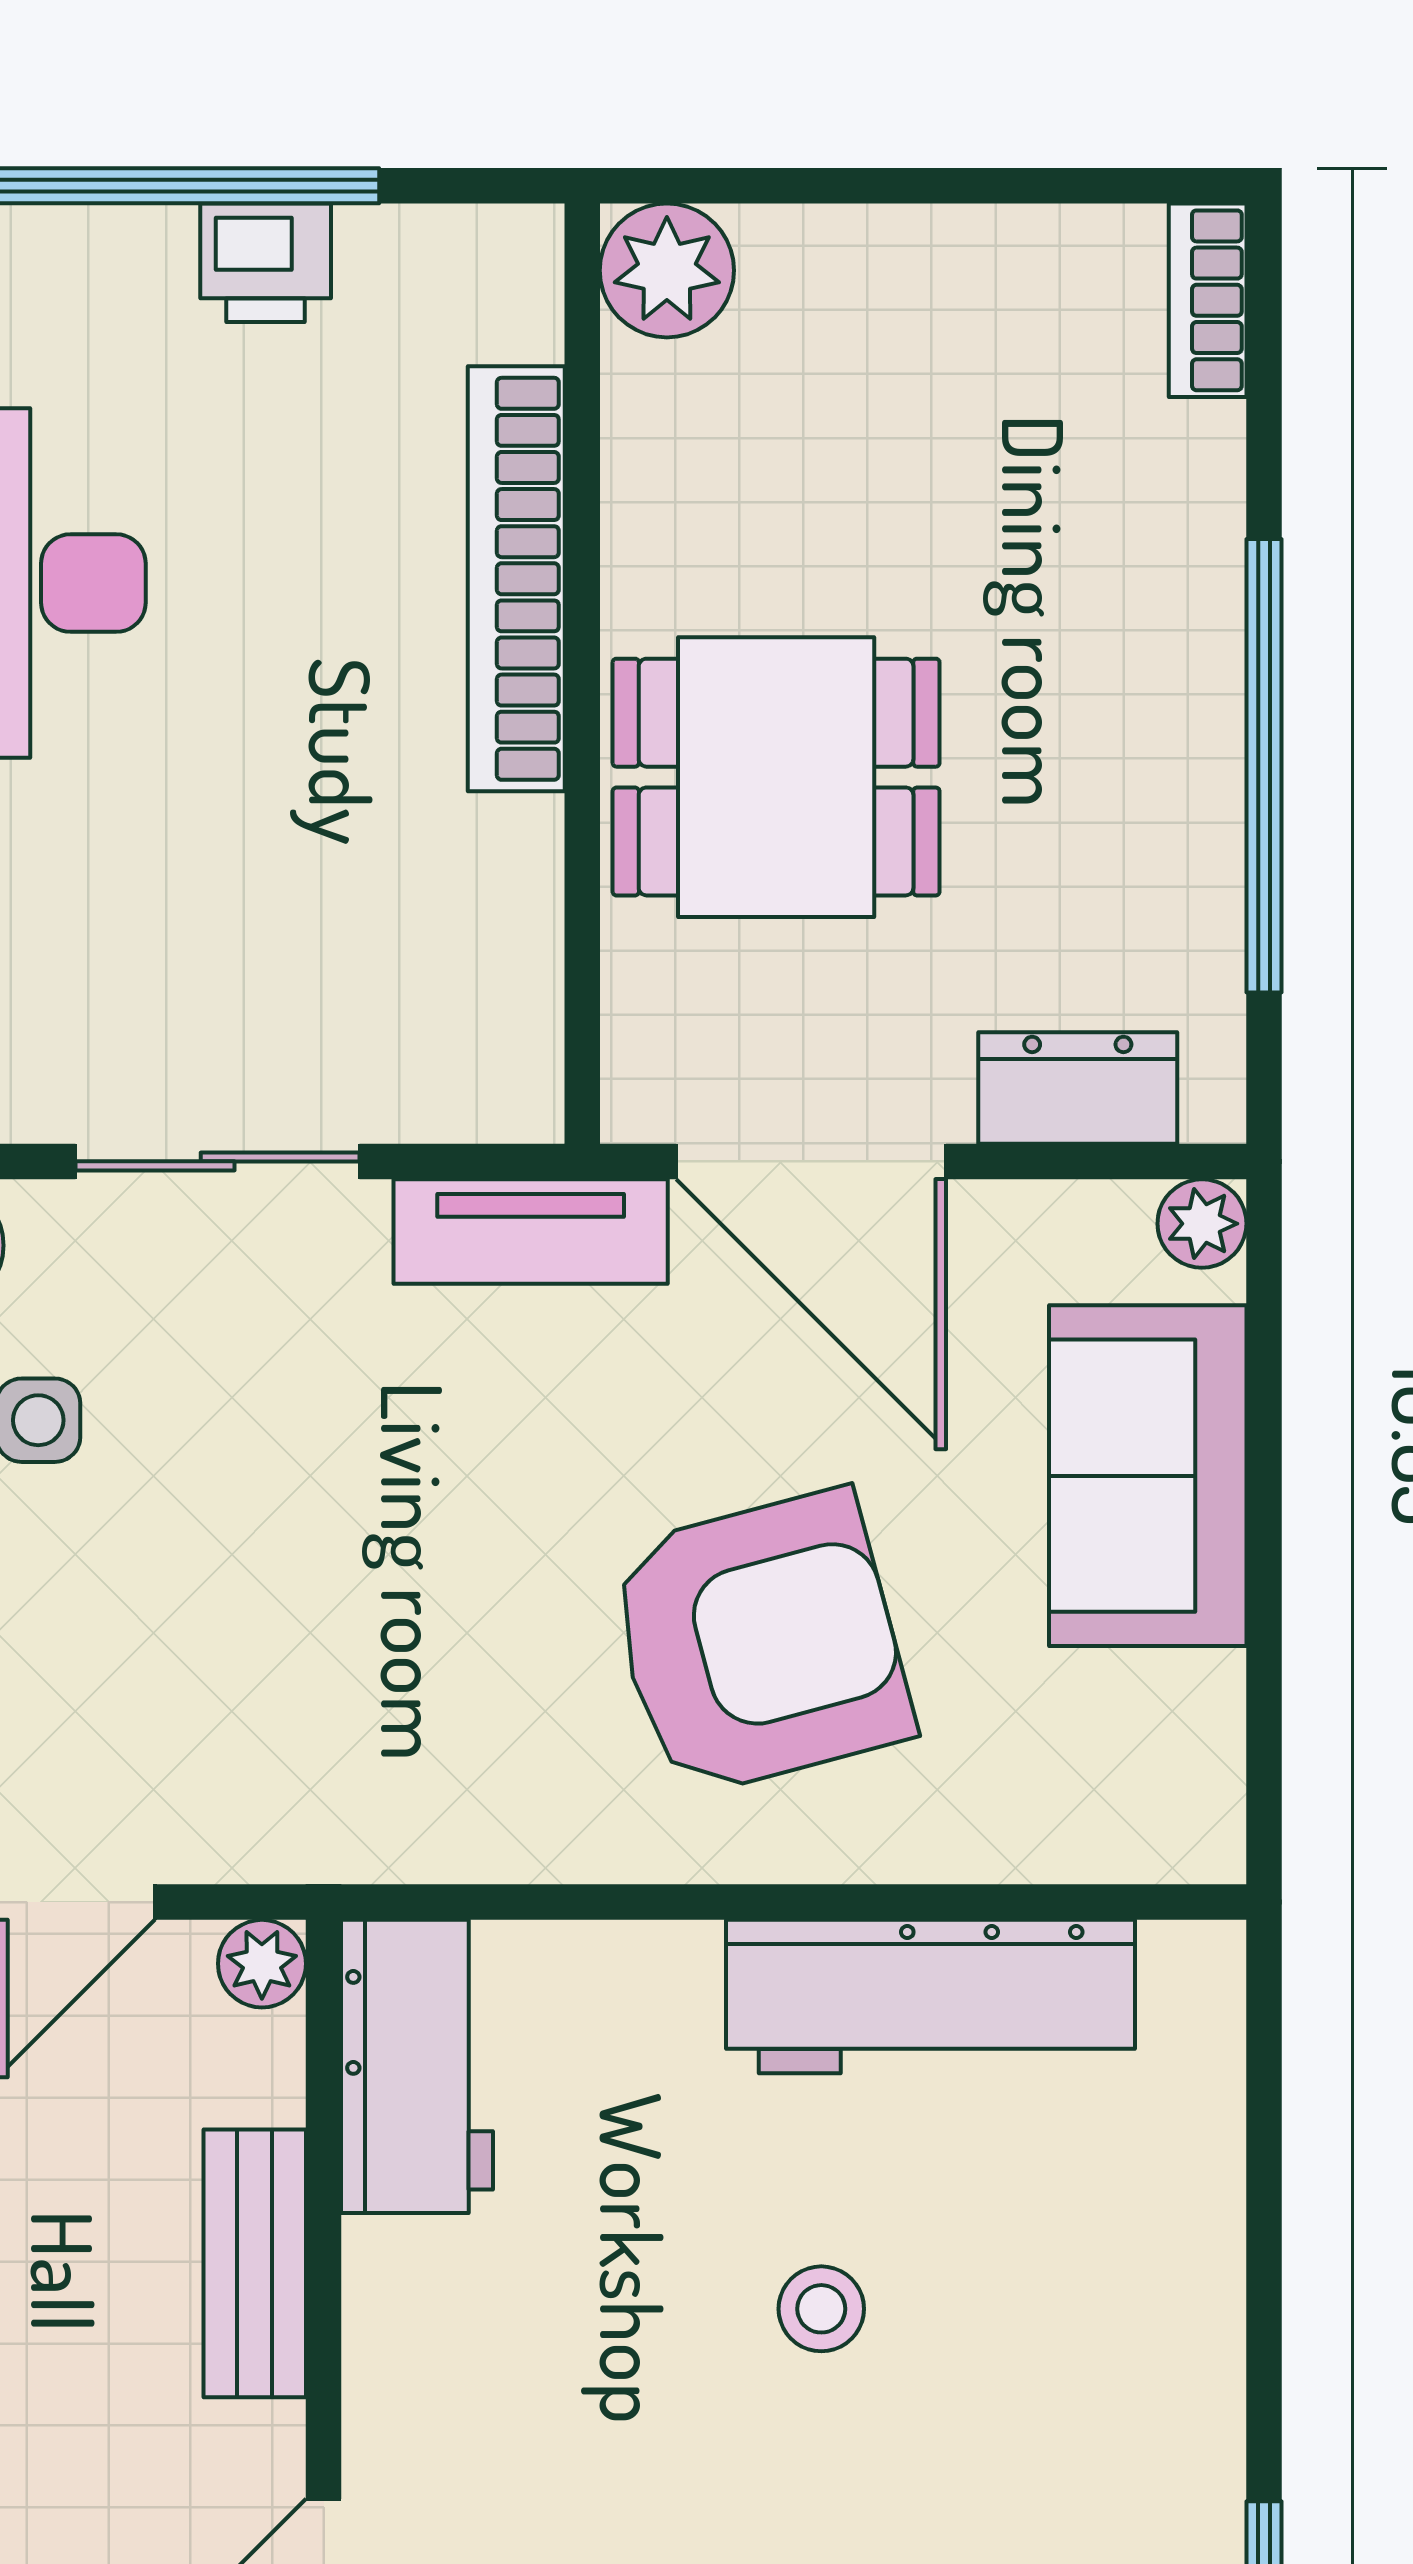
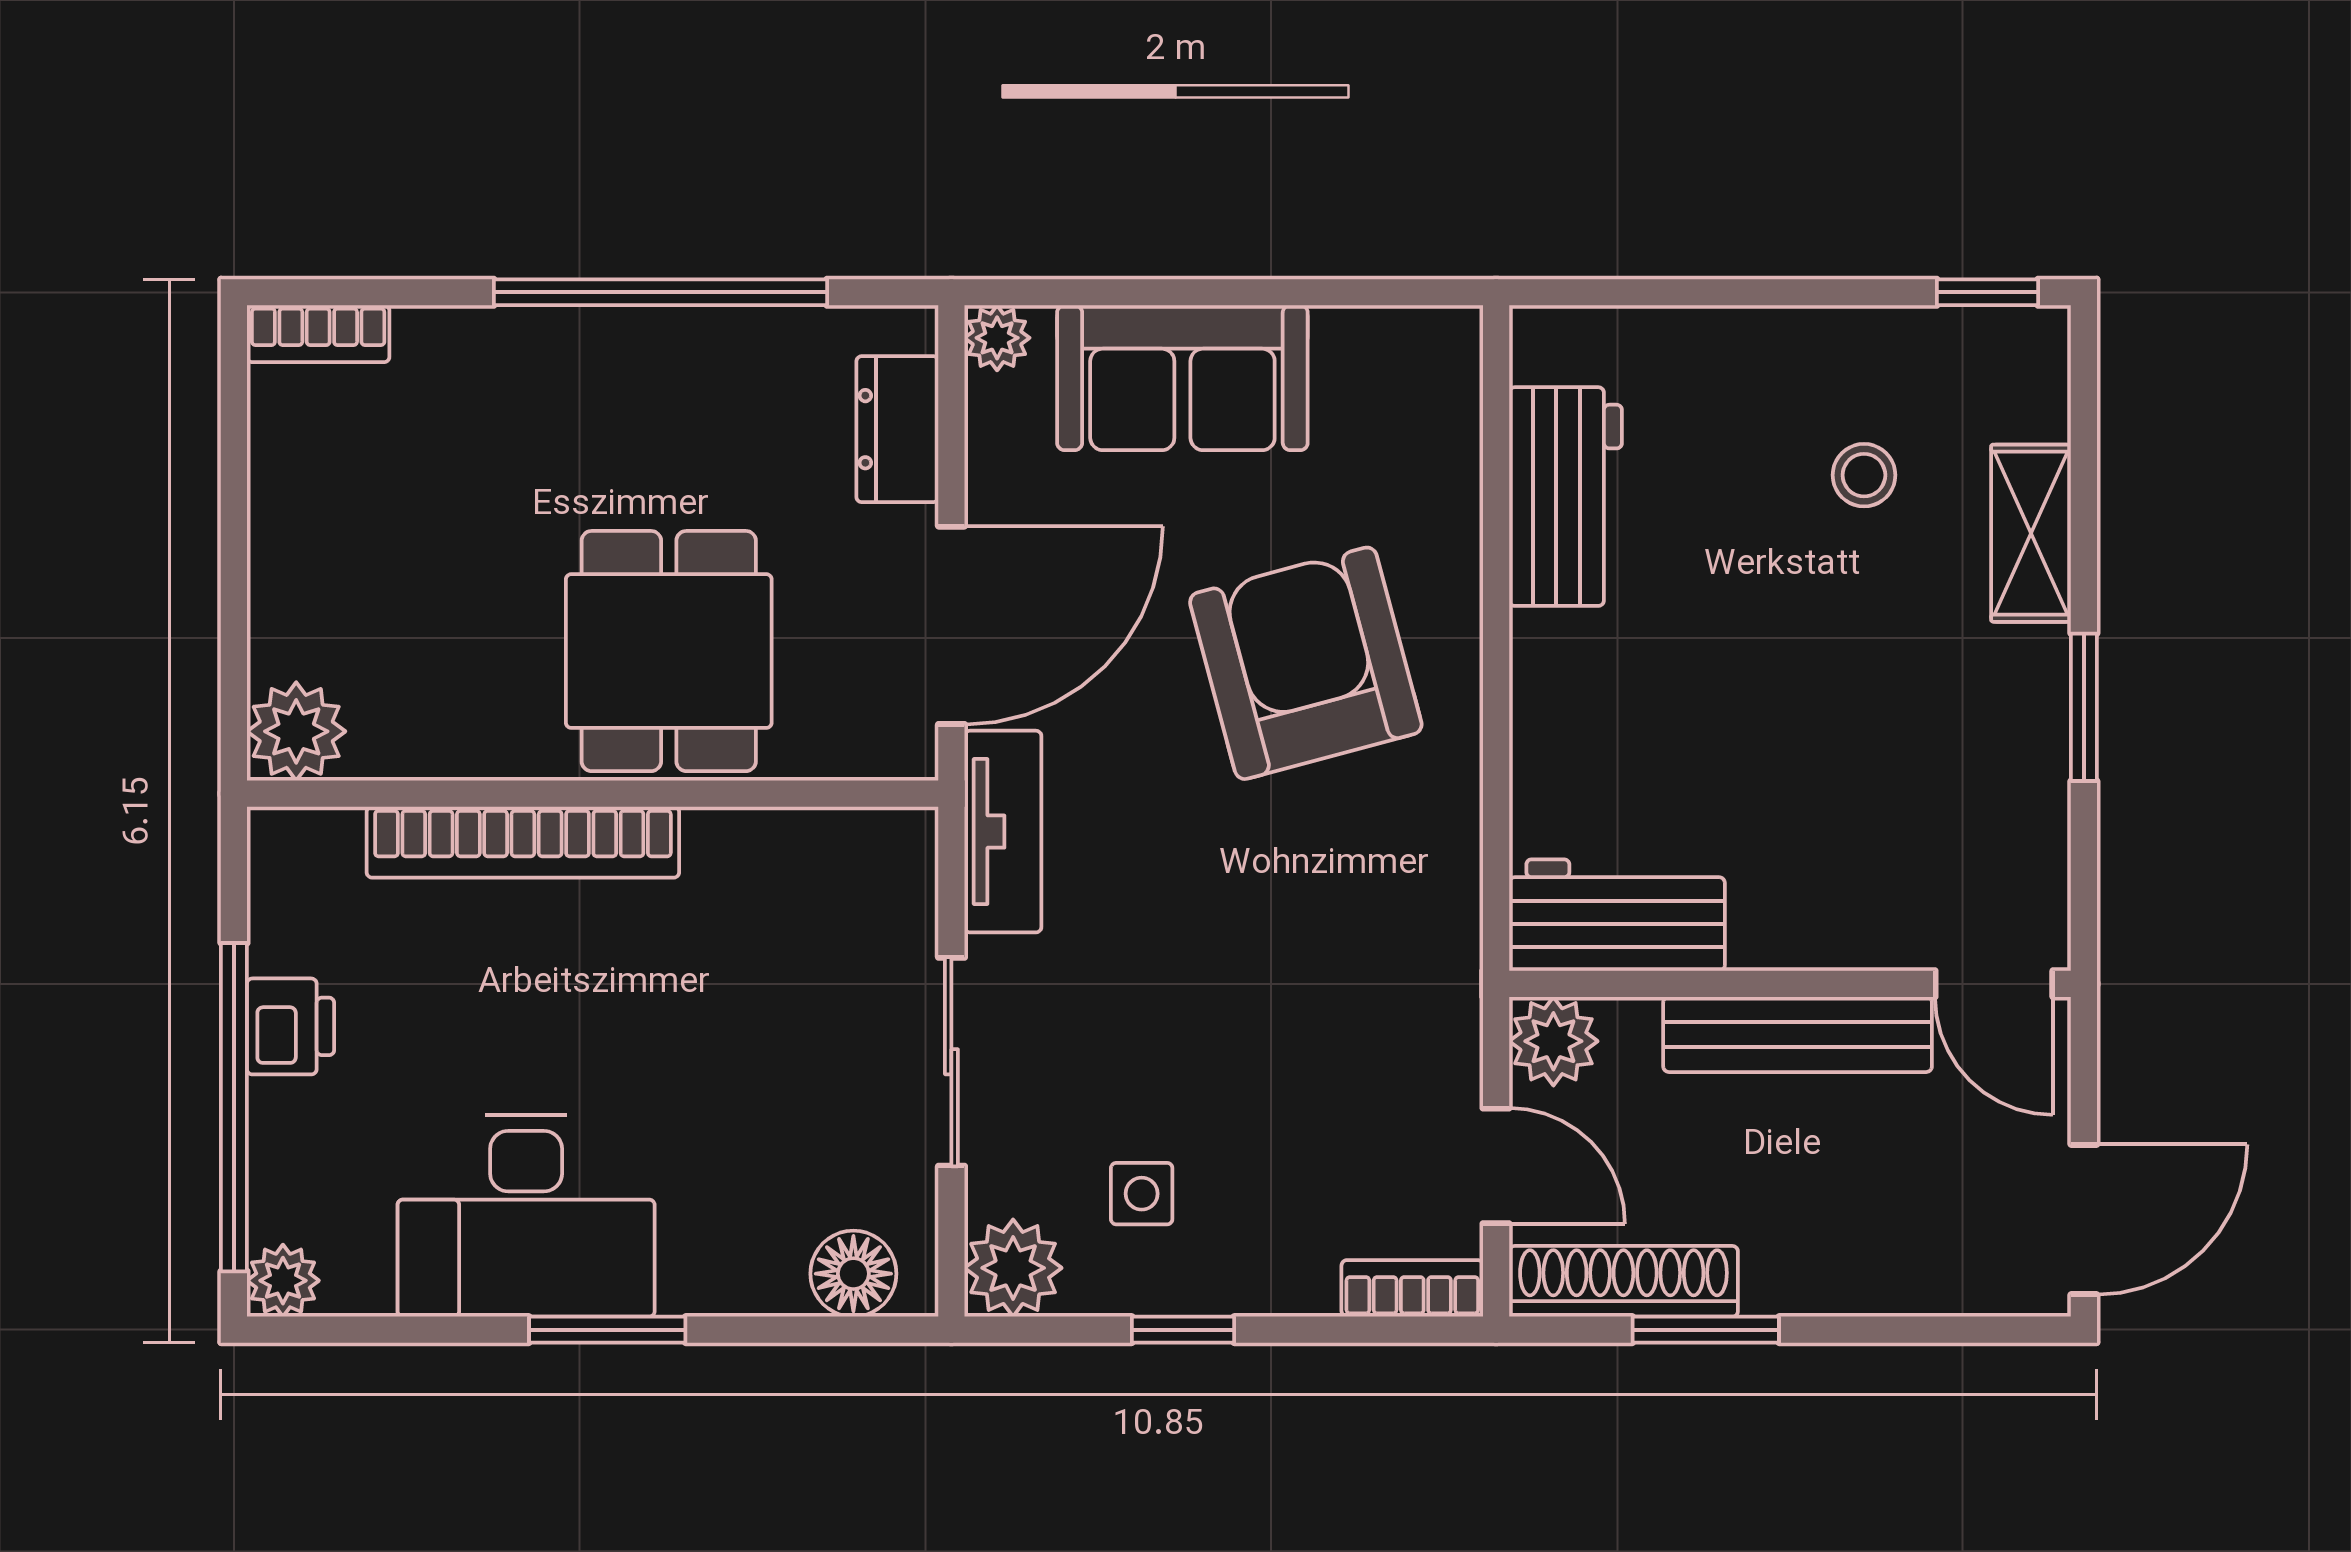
plant: (262, 1964) -> (1553, 1041), width x1.38, depth x1.38
workbench: (930, 1997) -> (1565, 497), width x0.73
bench: (255, 2263) -> (1798, 1034), width x1.36
stool: (821, 2309) -> (1864, 475), moved

